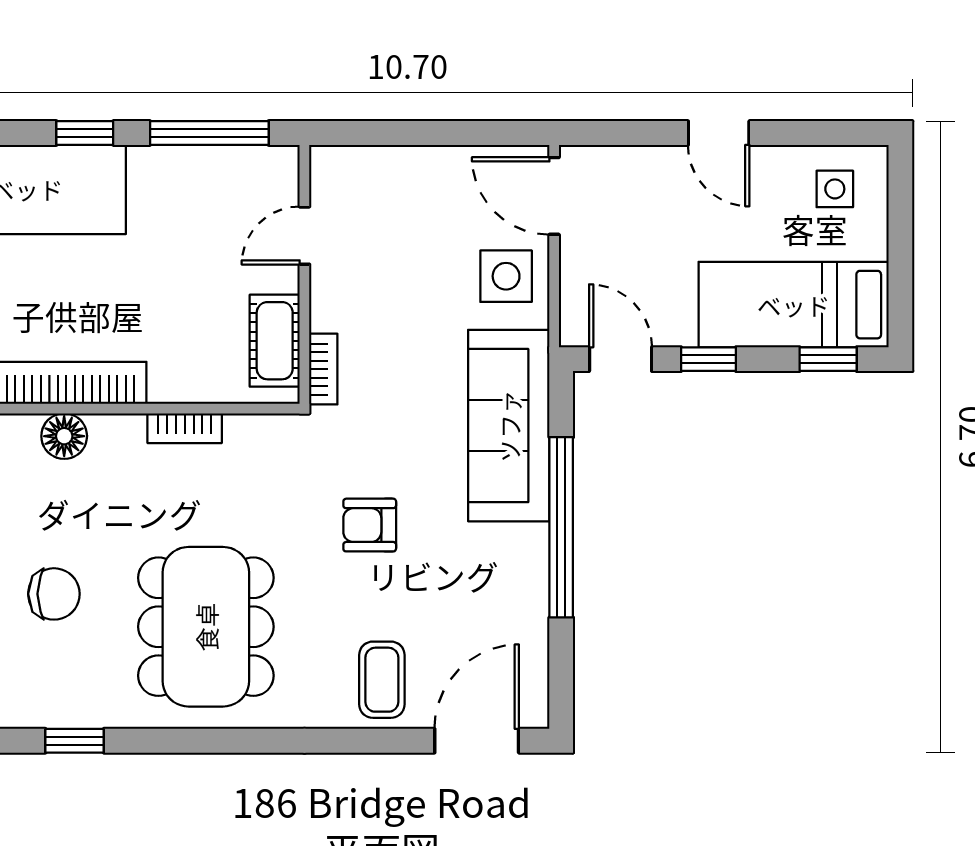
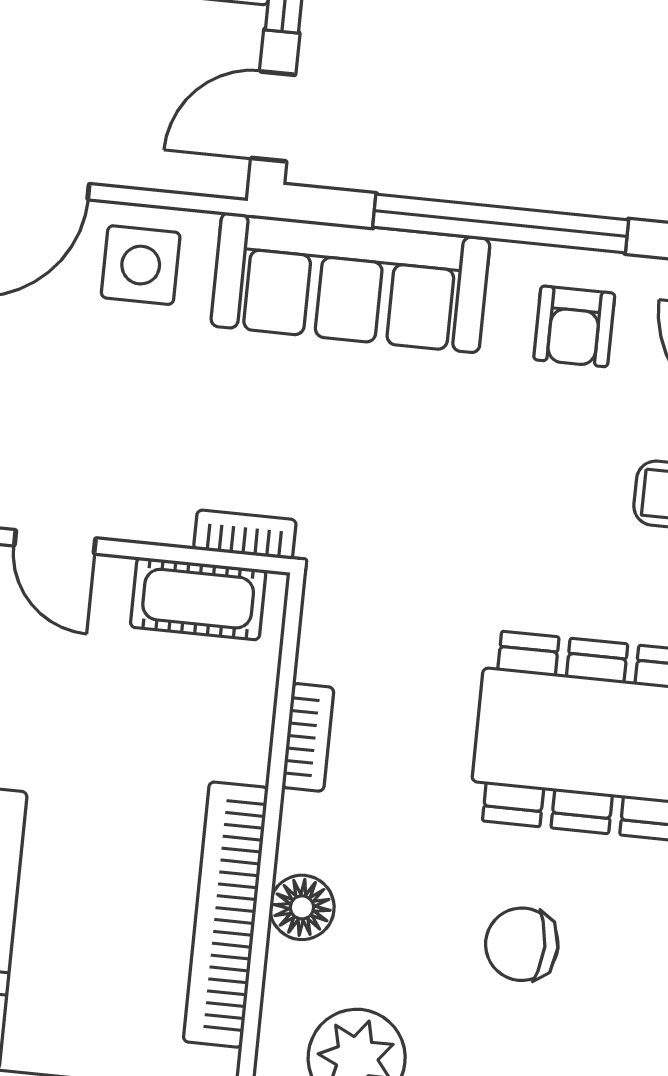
armchair: (370, 525) -> (574, 326), moved
chair: (54, 594) -> (522, 944), turned -90

